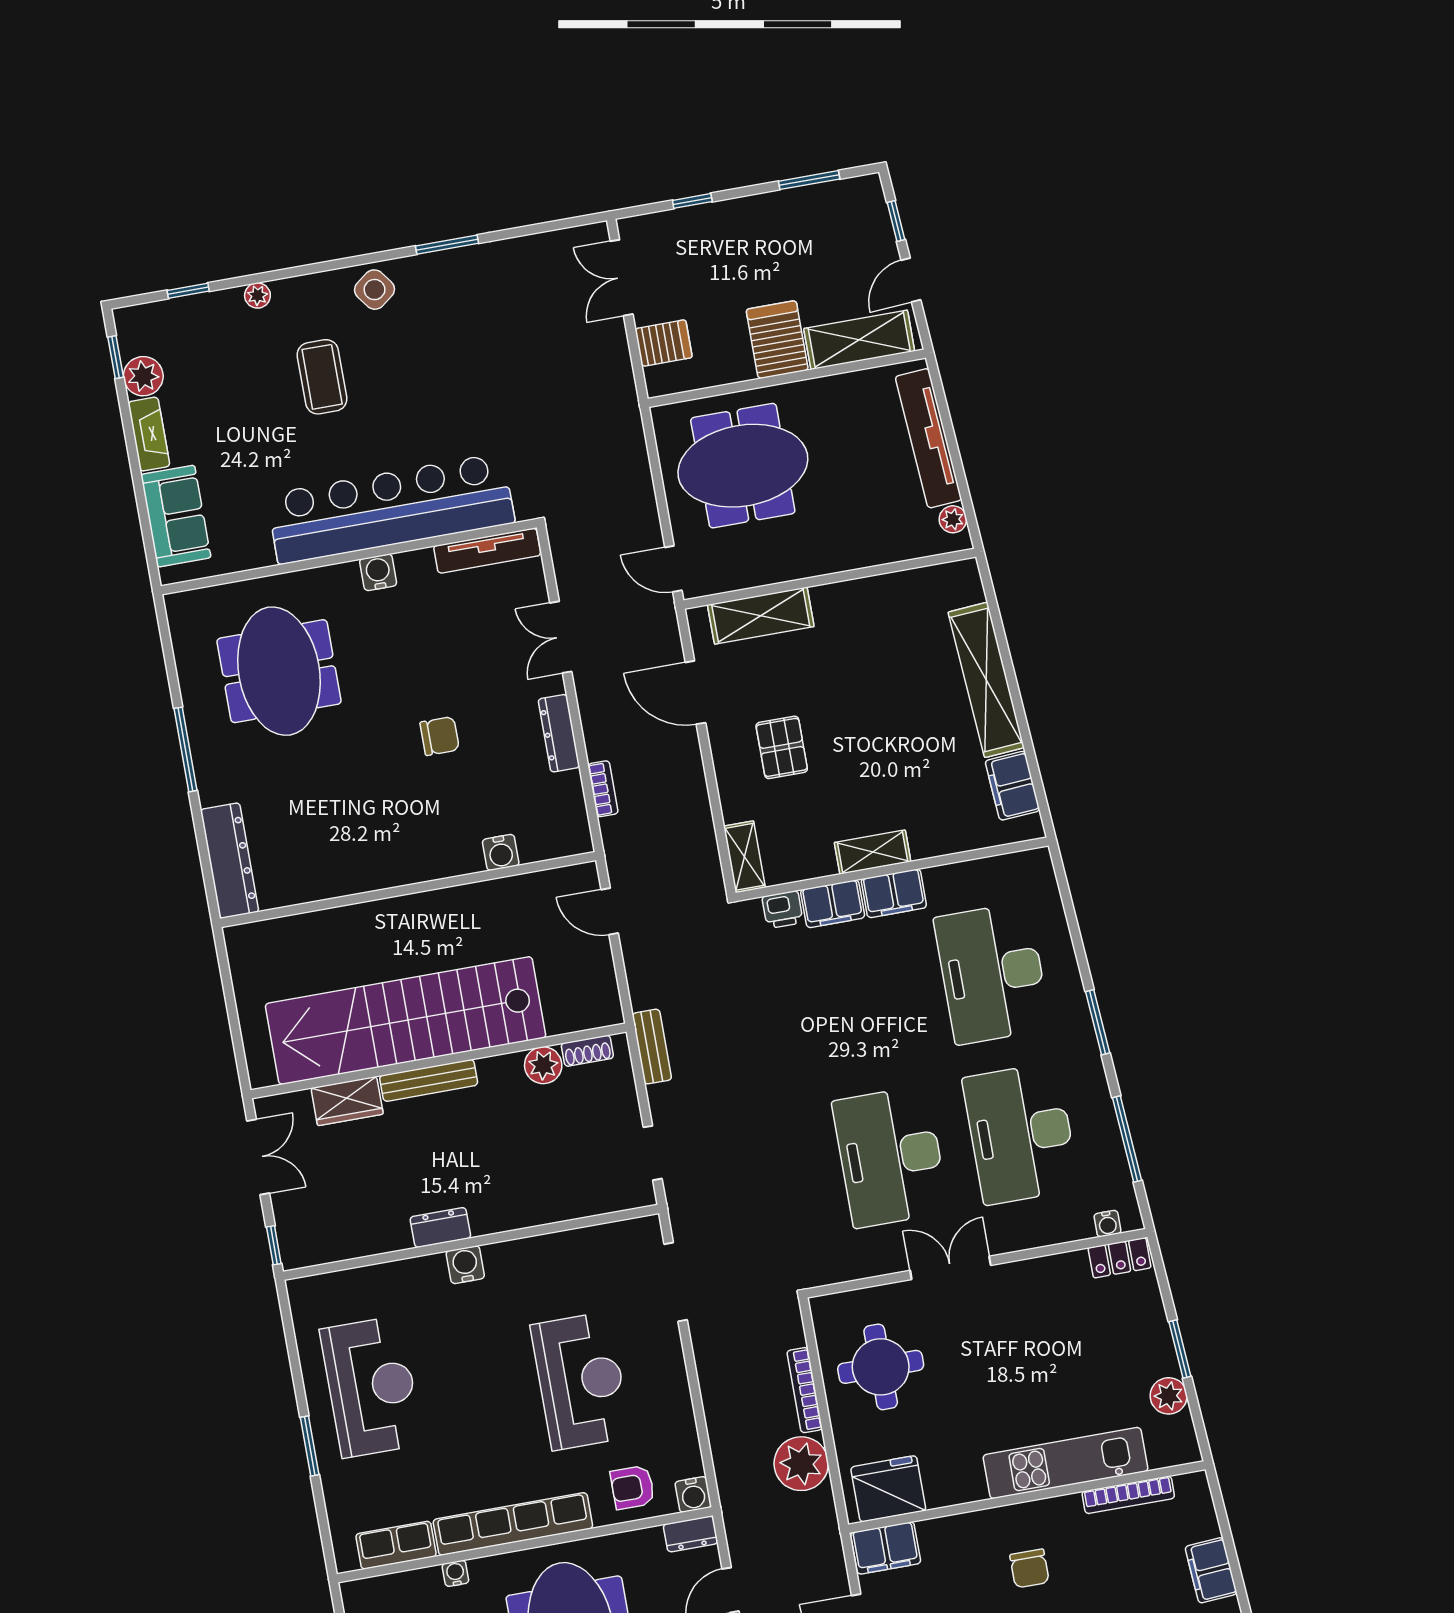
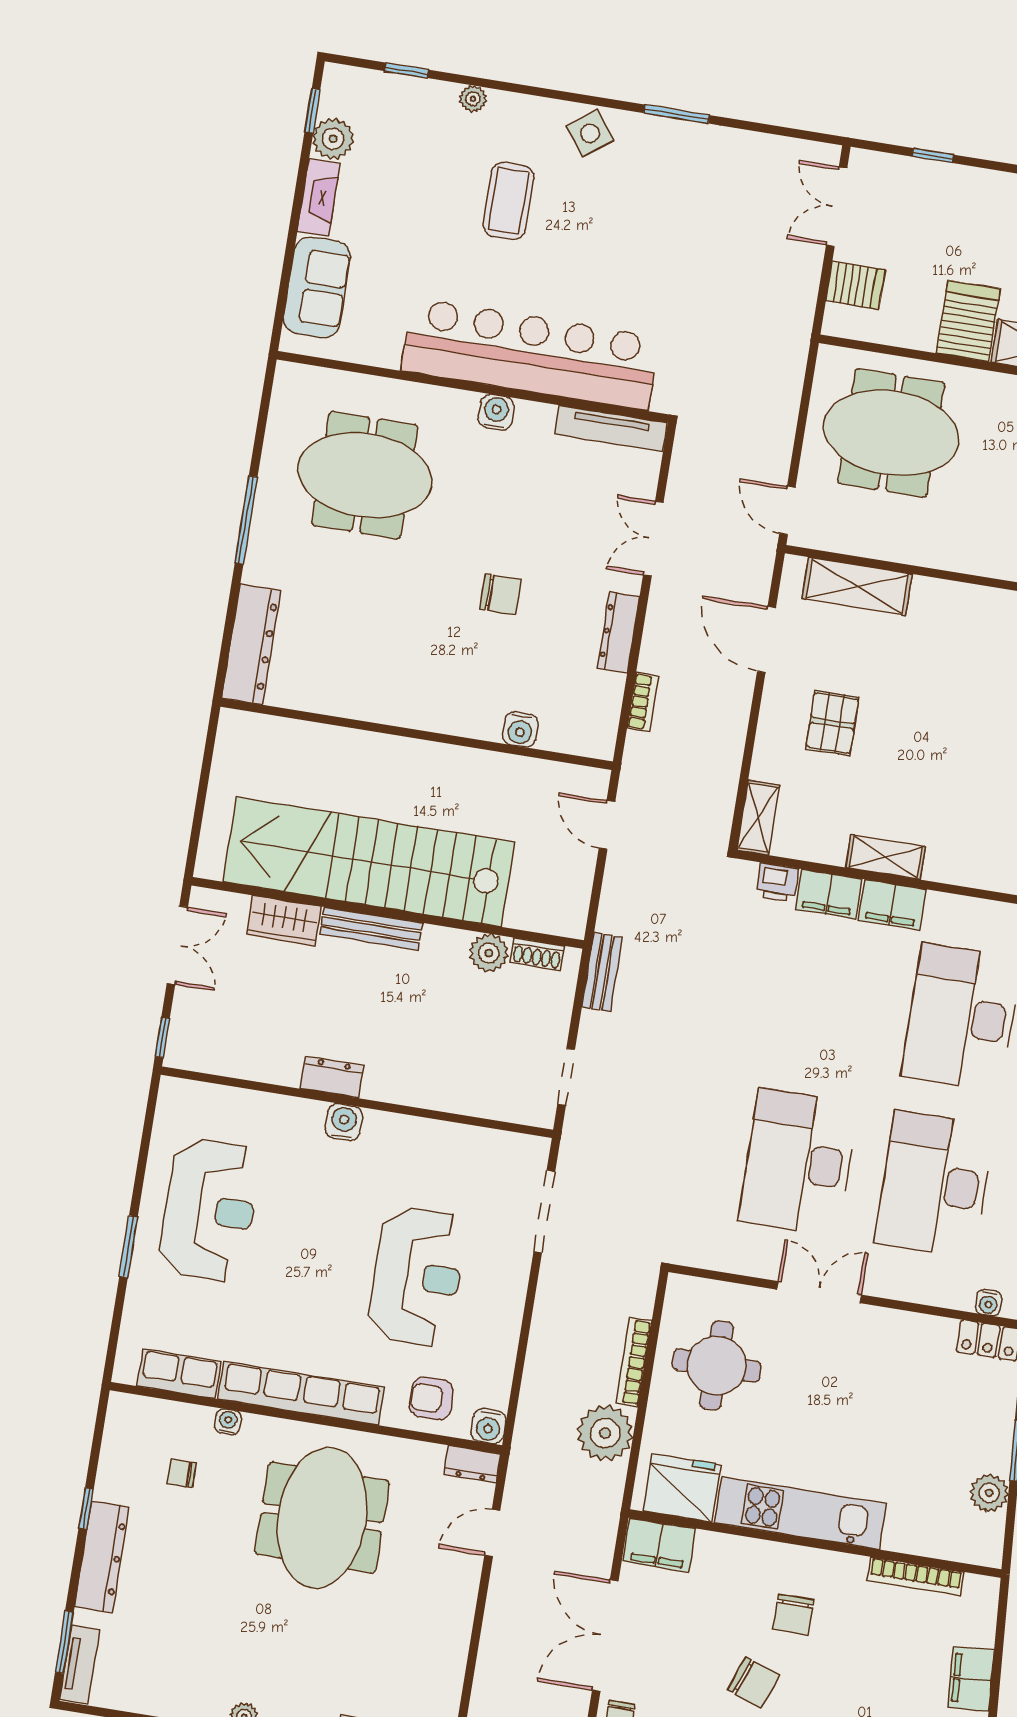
meeting table: (279, 671) -> (365, 475), turned 90
kitchen unit: (1065, 1463) -> (800, 1513), moved

